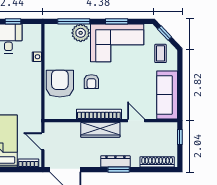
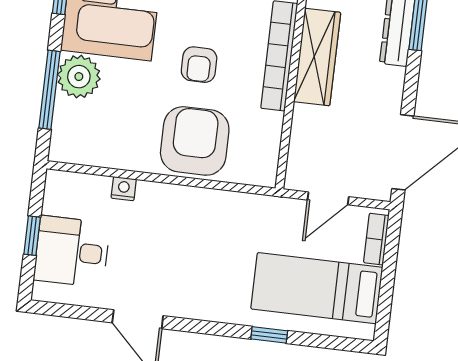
armchair: (91, 82) -> (199, 65), turned 90
armchair: (60, 84) -> (195, 141), turned 90

